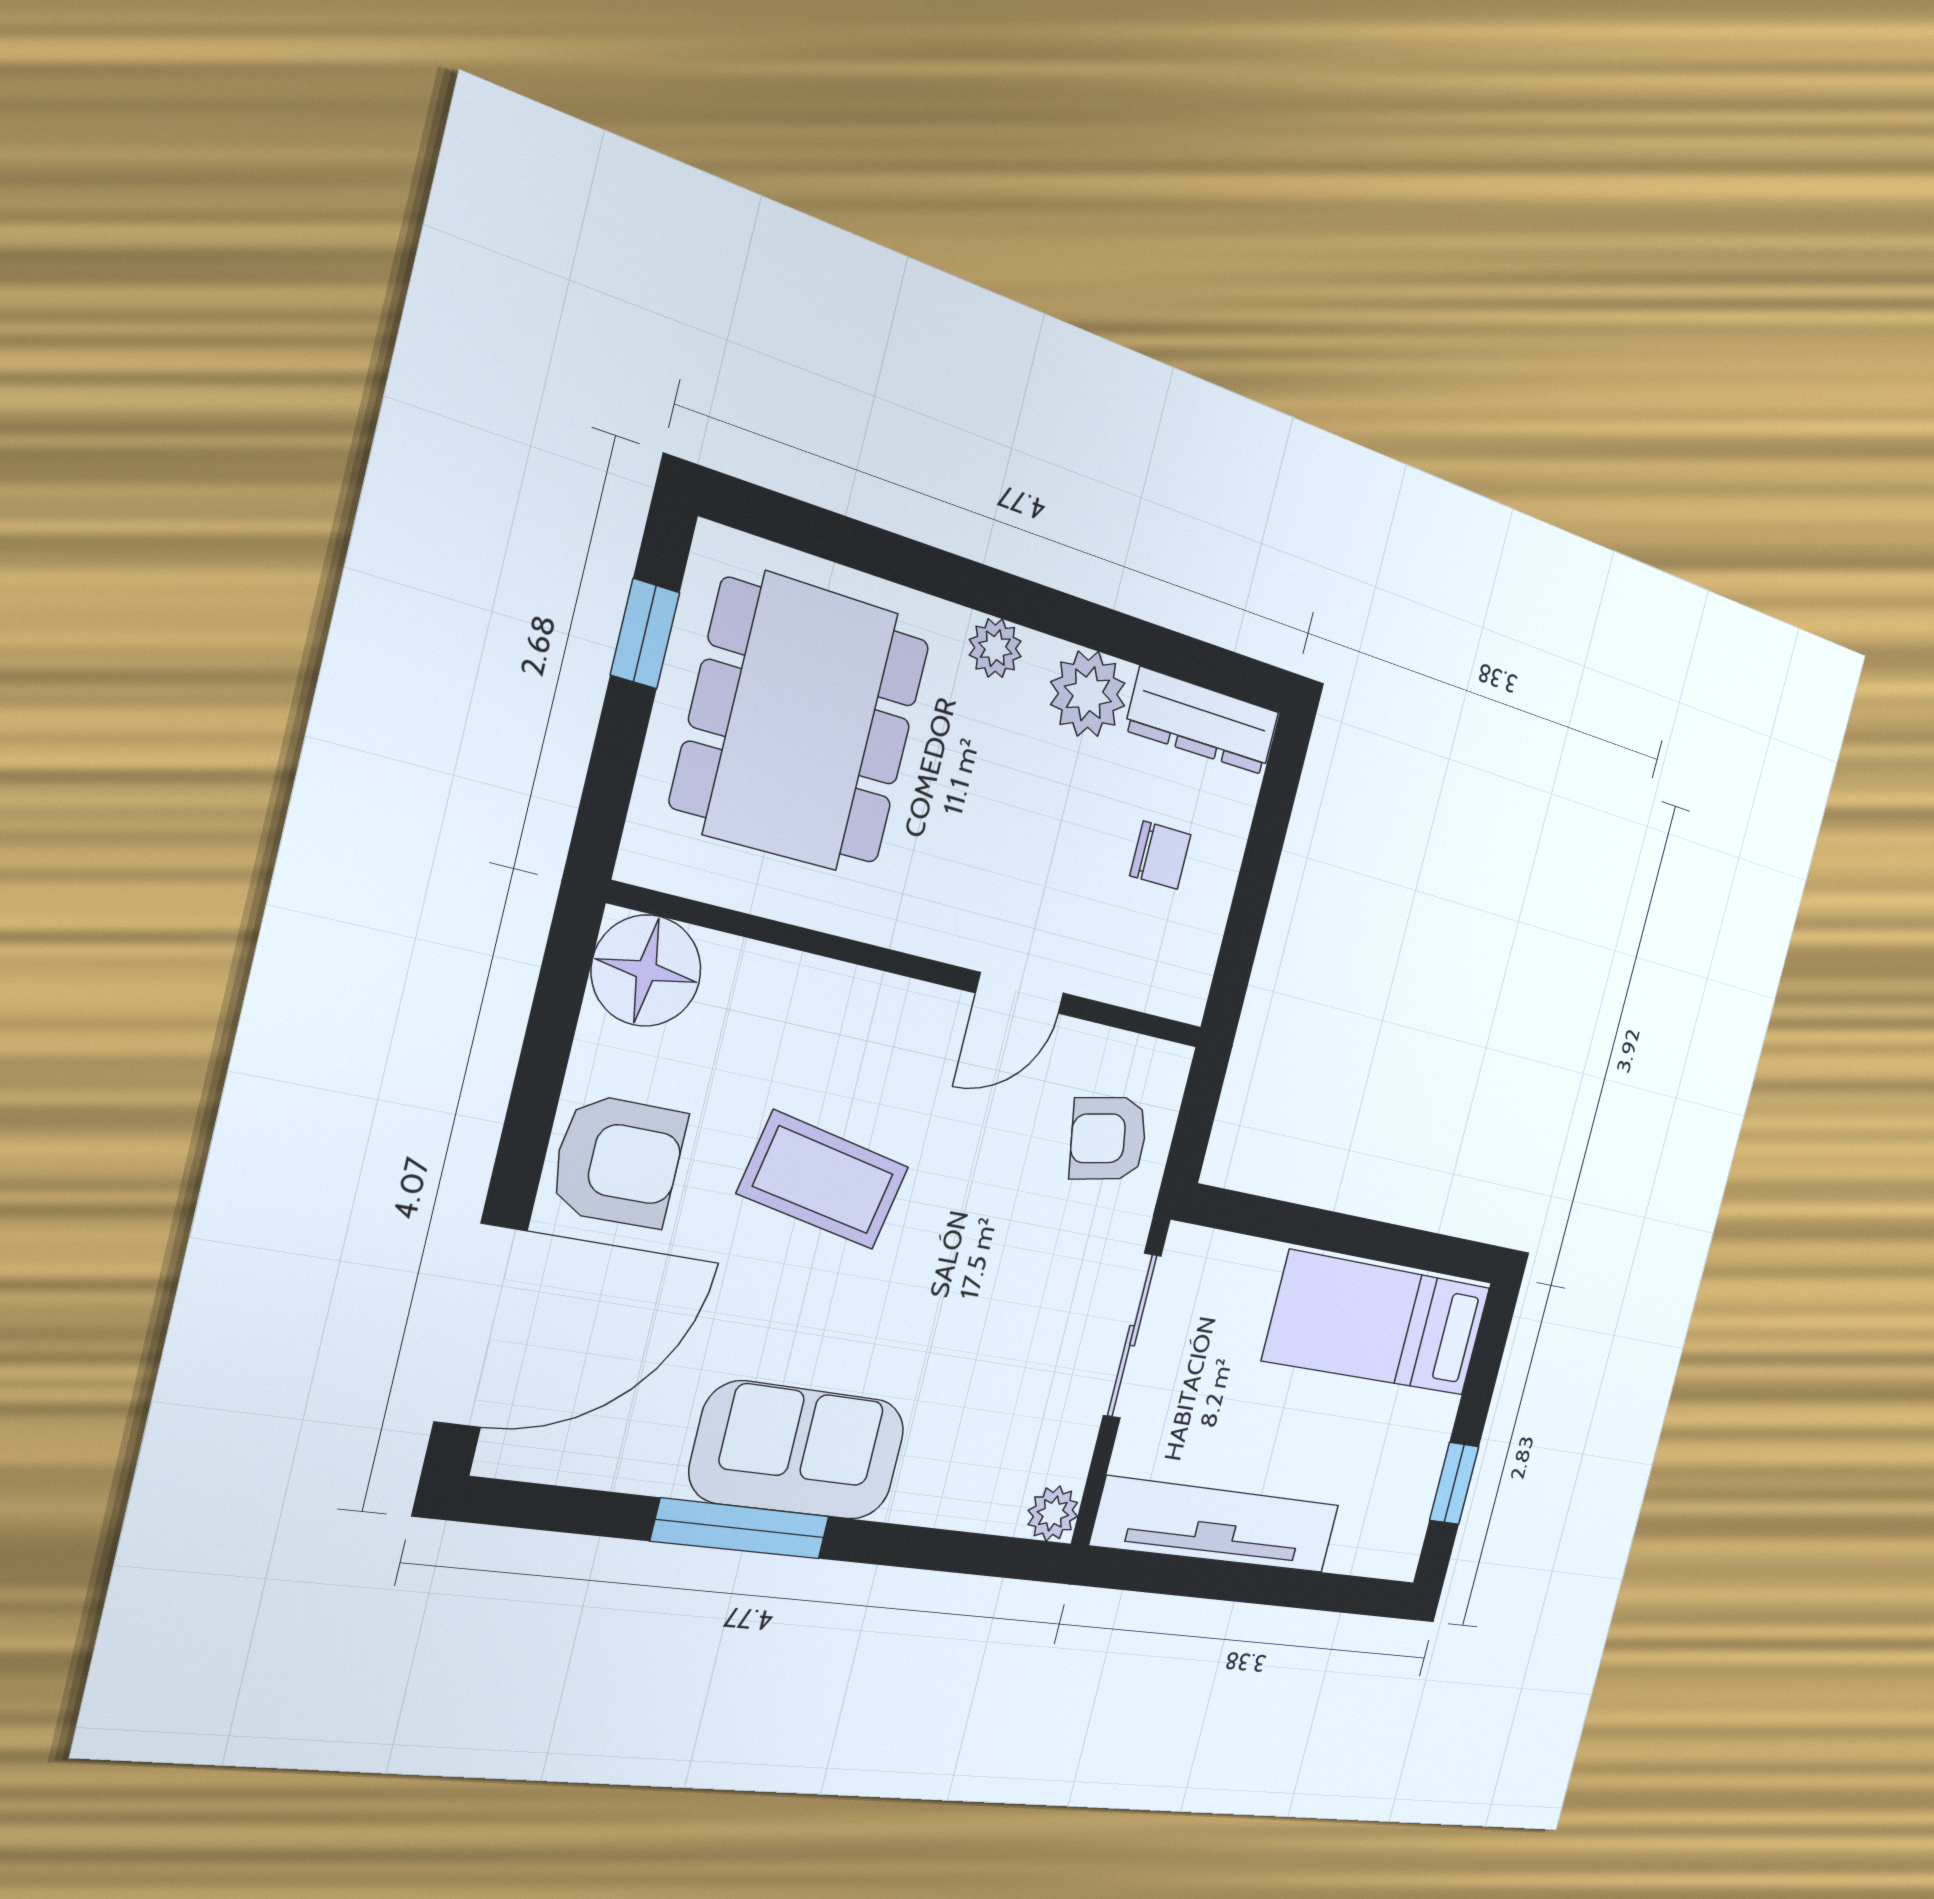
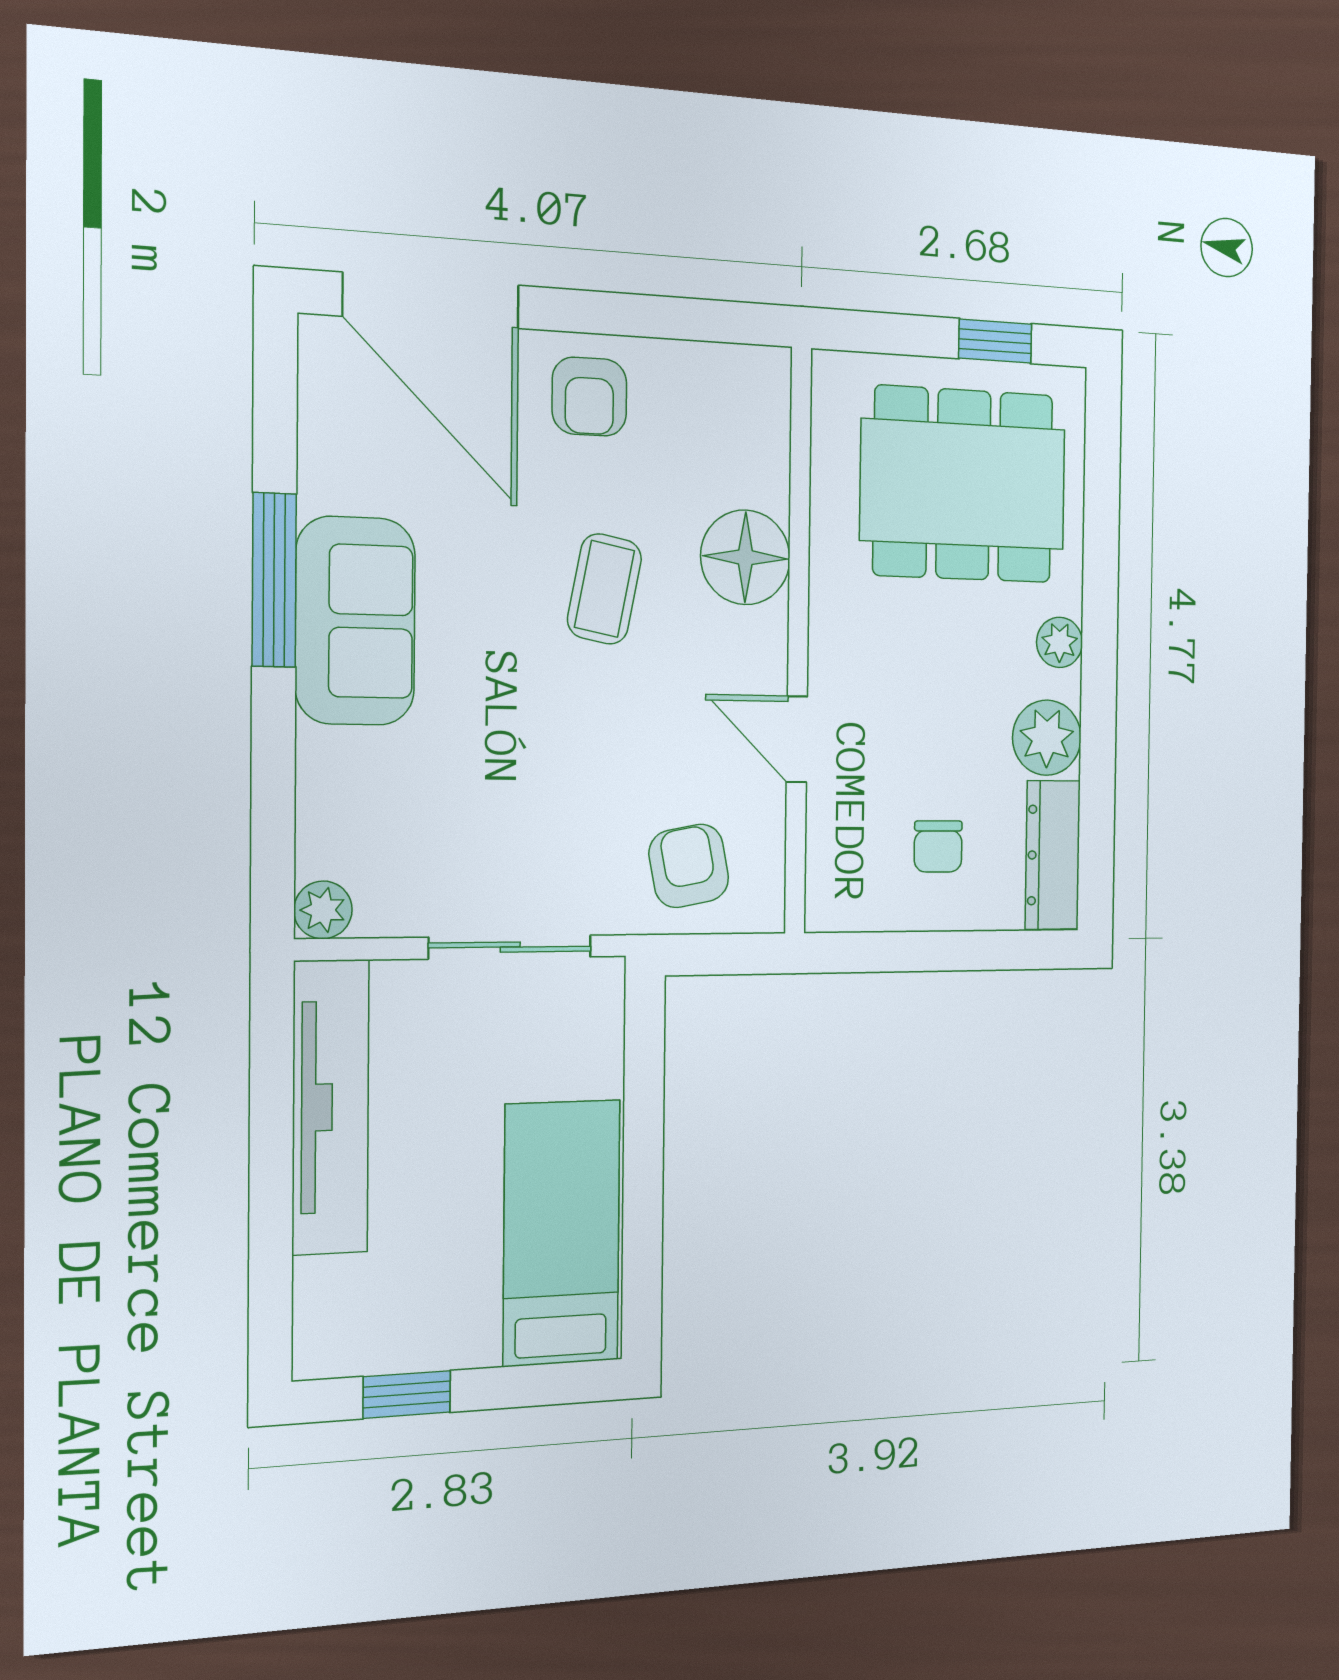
floor lamp: (646, 971) -> (745, 557), moved
armchair: (618, 1161) -> (589, 397), width x0.72, depth x0.72
coffee table: (823, 1180) -> (604, 589), width x0.73, depth x0.77

